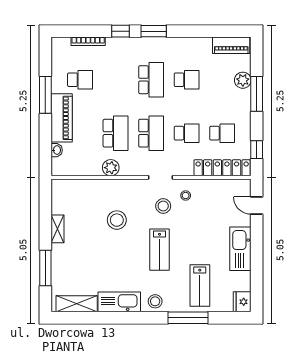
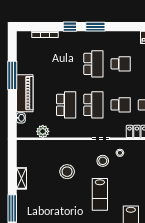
school desk: (80, 80) -> (39, 64), removed
plant: (111, 168) -> (43, 131), moved

